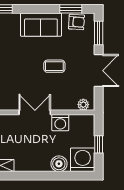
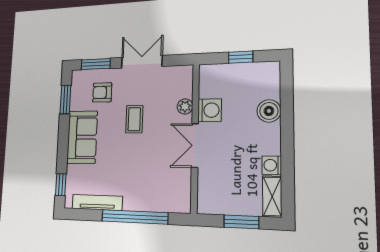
armchair: (76, 22) -> (102, 92), moved, turned -94
plant: (83, 105) -> (185, 106), moved
washing machine: (83, 160) -> (272, 165), moved, width x0.53, depth x0.53

